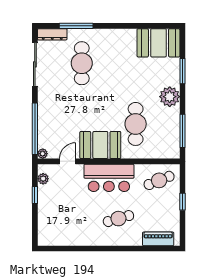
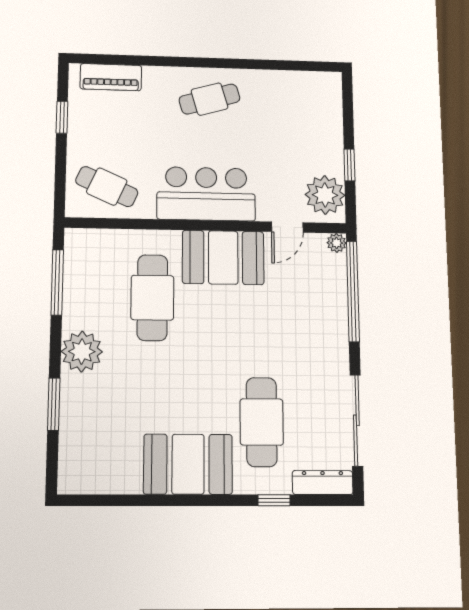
window: (76, 26) -> (274, 500), width x0.46
booth: (158, 43) -> (188, 464), moved
plant: (43, 179) -> (325, 195), width x1.88, depth x1.88
cafe table: (159, 180) -> (107, 187), turned 46
window: (182, 202) -> (62, 117), moved
cafe table: (118, 219) -> (210, 99), moved

